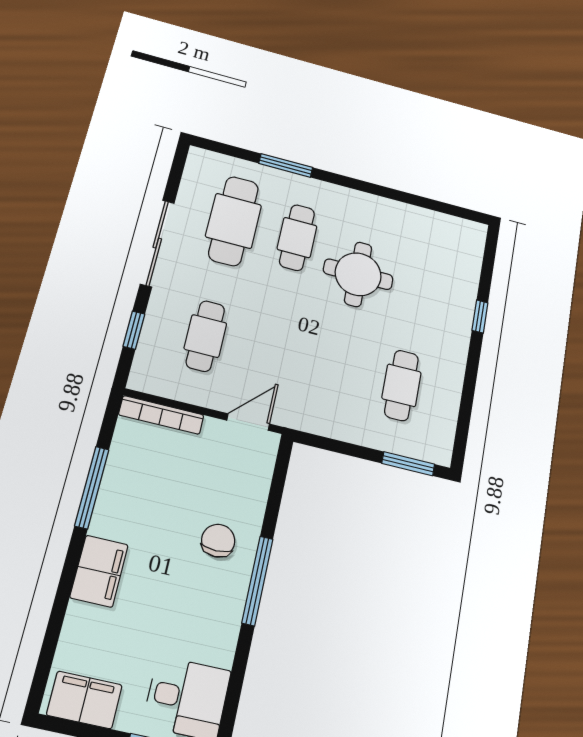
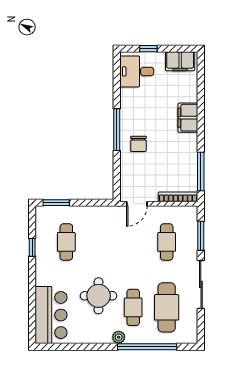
window: (286, 165) -> (147, 347), width x2.11
plant: (335, 195) -> (119, 337), added
bar counter: (452, 265) -> (51, 315), added
window: (480, 316) -> (32, 247), moved
window: (134, 330) -> (201, 236), width x1.50
window: (92, 487) -> (201, 171), moved

